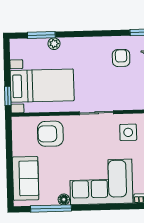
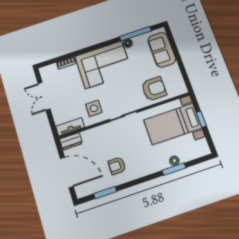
window: (41, 35) -> (174, 169), moved
armchair: (121, 58) -> (117, 166), turned 90
window: (8, 96) -> (201, 119), moved

